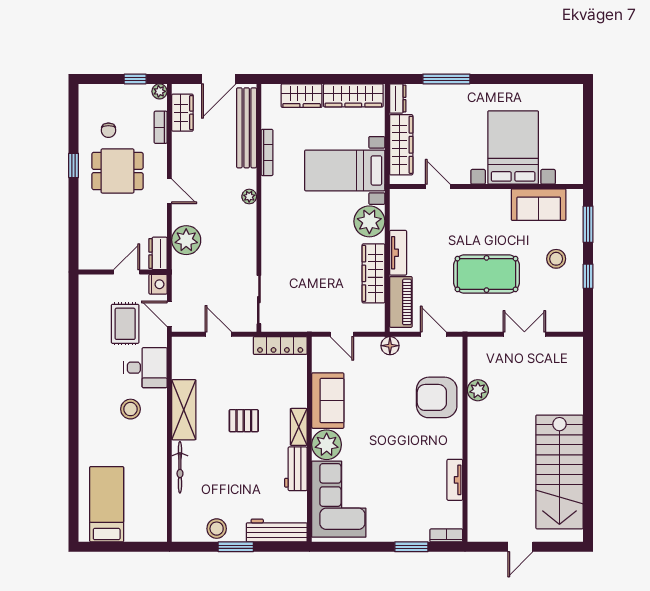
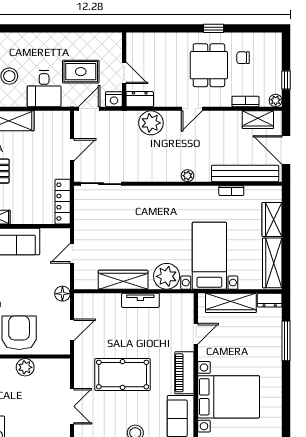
bookcase: (267, 152) -> (231, 191), width x0.64
pool table: (486, 274) -> (123, 375), turned 90
piano: (401, 302) -> (184, 373), moved, turned 90

